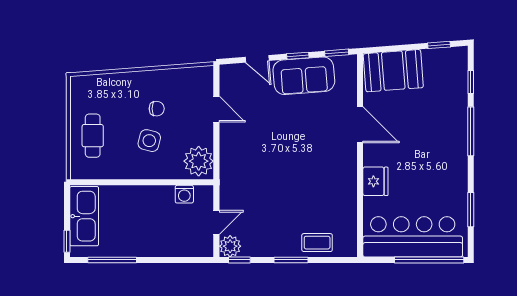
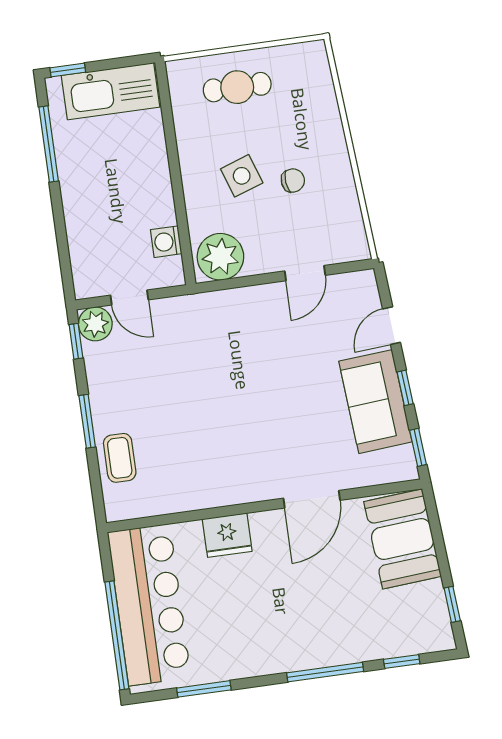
chair: (157, 109) -> (293, 181), turned -96
side table: (149, 141) -> (242, 176), turned -33

